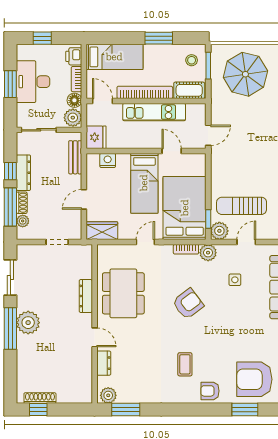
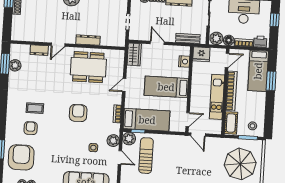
window: (159, 38) -> (271, 81), moved
door: (172, 151) -> (188, 120), moved
bed: (185, 208) -> (147, 120), width x0.67
door: (145, 242) -> (124, 85), swing flipped
plant: (208, 253) -> (113, 141), moved
armchair: (188, 304) -> (78, 113), turned -143
armchair: (210, 391) -> (31, 128), moved
plant: (108, 395) -> (15, 65), moved

